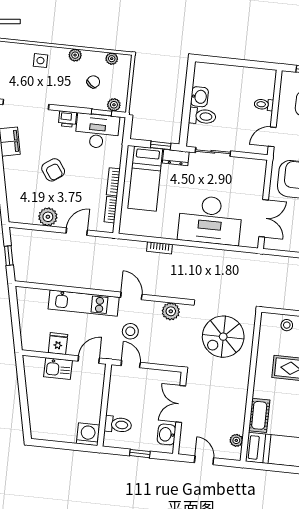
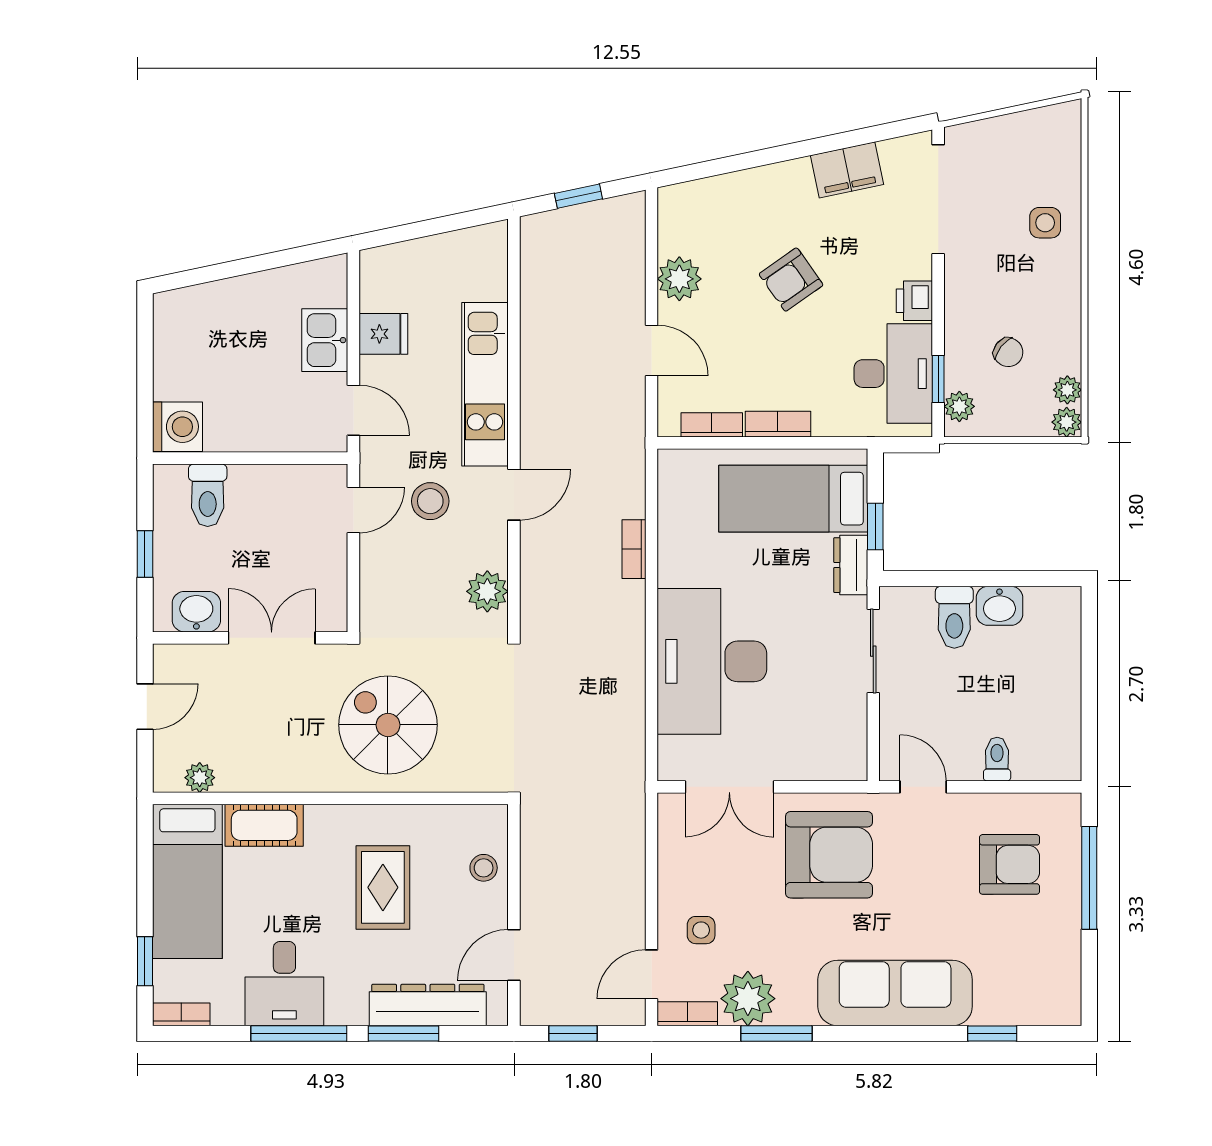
plant: (75, 55) -> (1067, 422), moved
spiral stairs: (223, 337) -> (388, 725), moved

